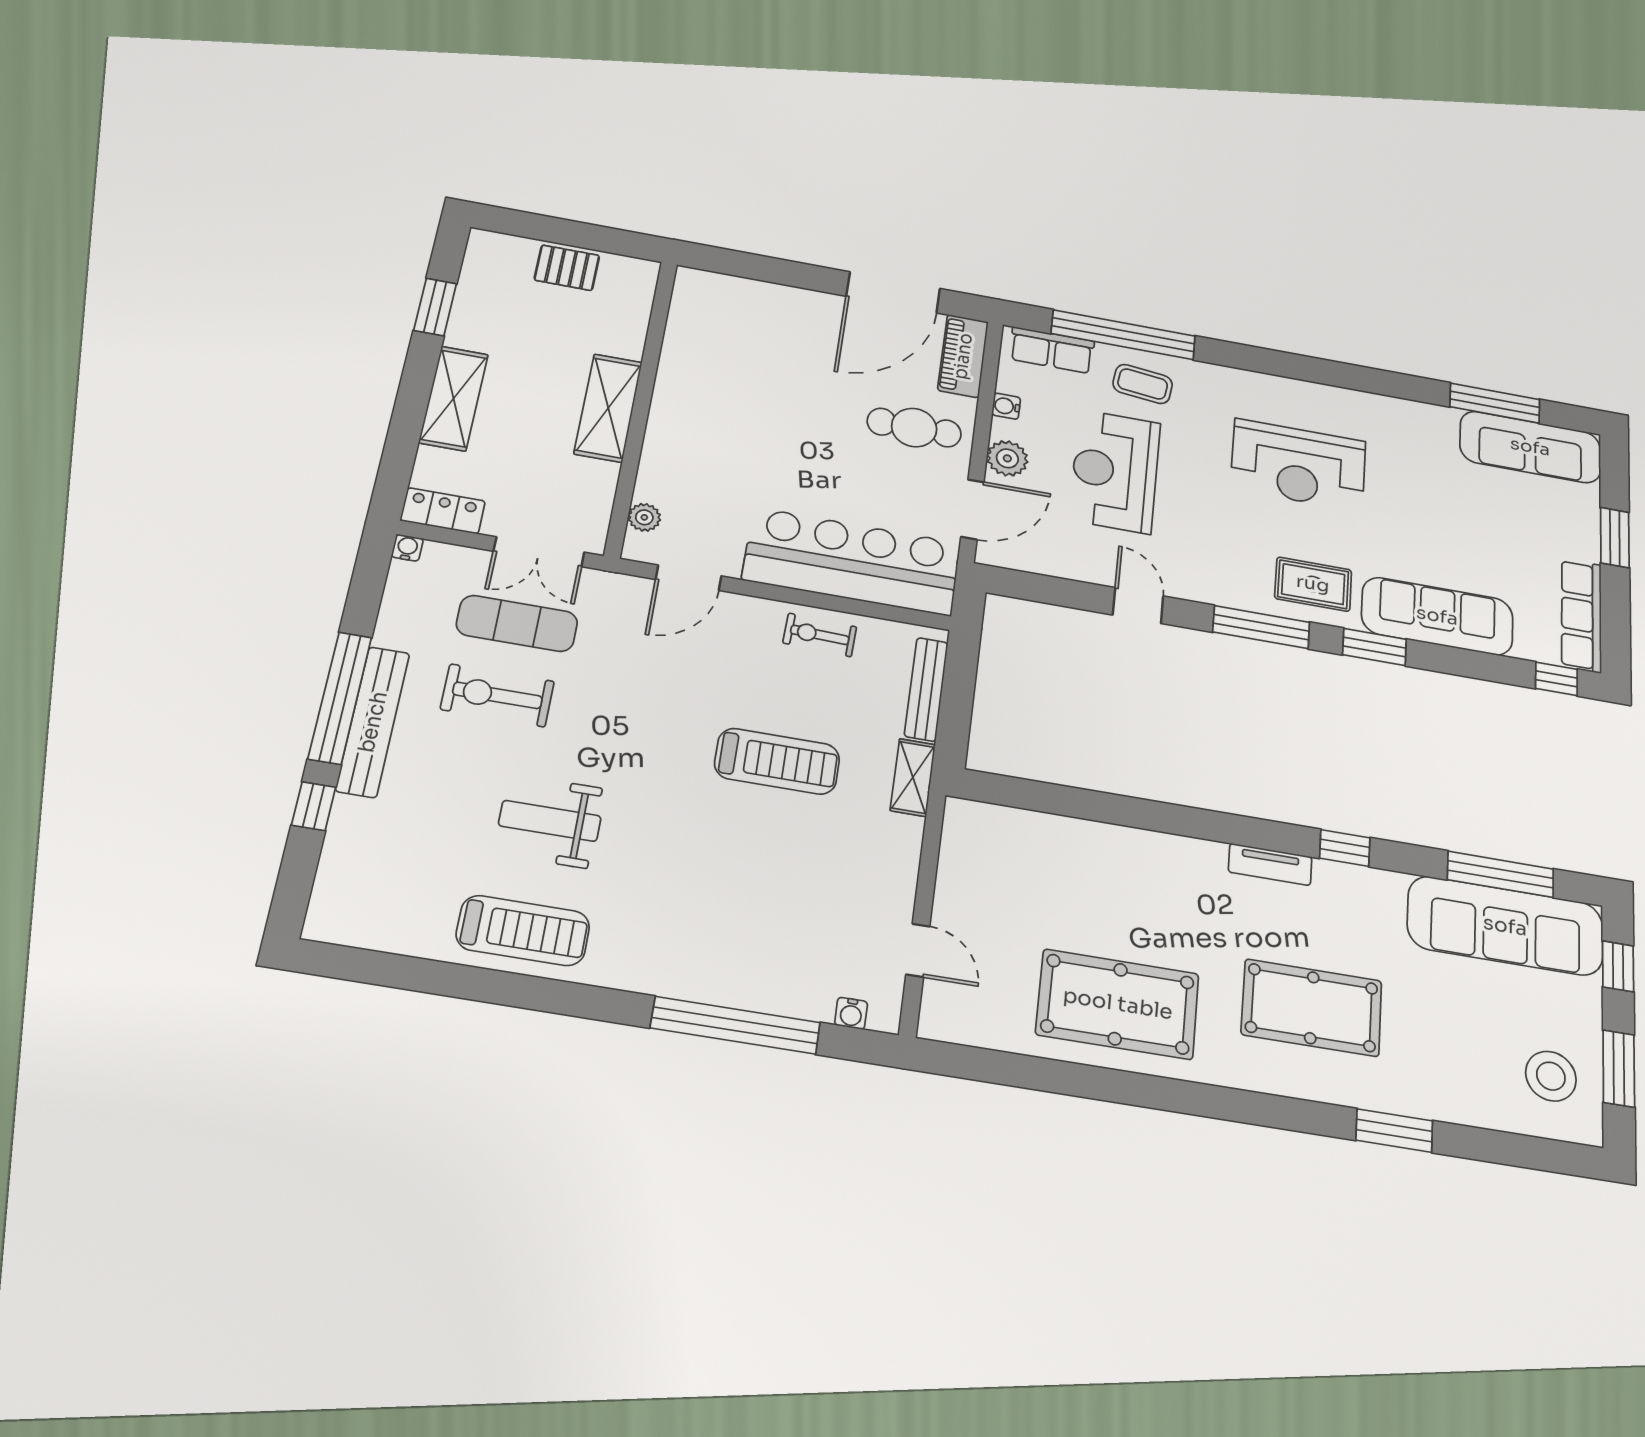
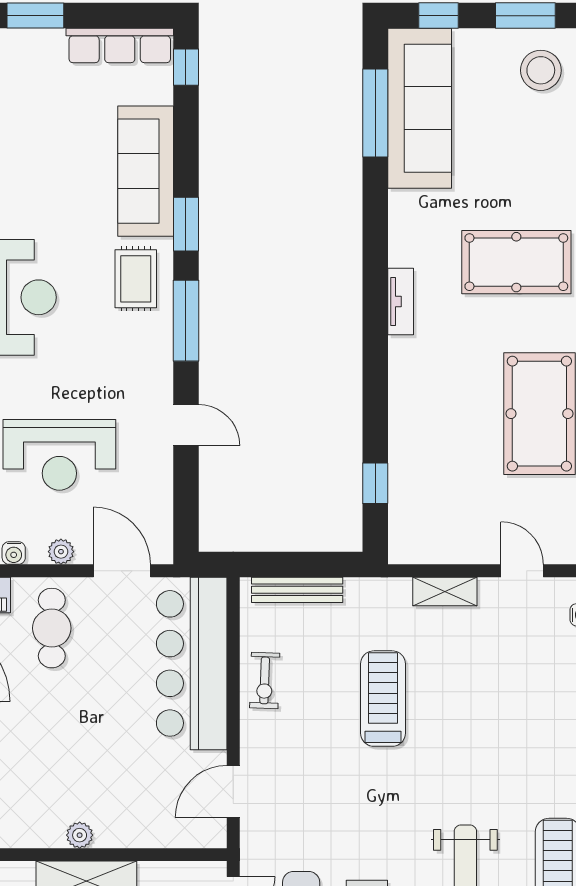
plant: (1007, 458) -> (61, 552), width x0.73, depth x0.73
plant: (644, 517) -> (80, 835), moved
door: (689, 578) -> (233, 791), swing flipped
door: (1138, 605) -> (186, 425), swing flipped
shelving: (913, 777) -> (445, 591), moved
window: (1345, 848) -> (375, 483), moved
door: (918, 950) -> (522, 571), hinge flipped
pool table: (1312, 1008) -> (516, 262), turned 90

